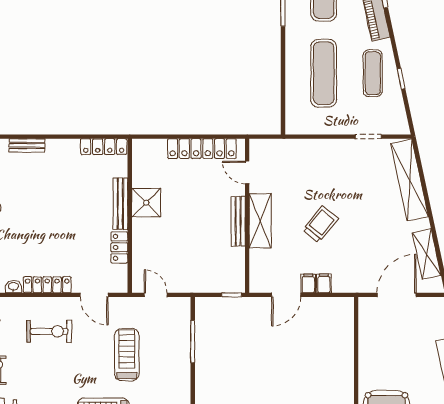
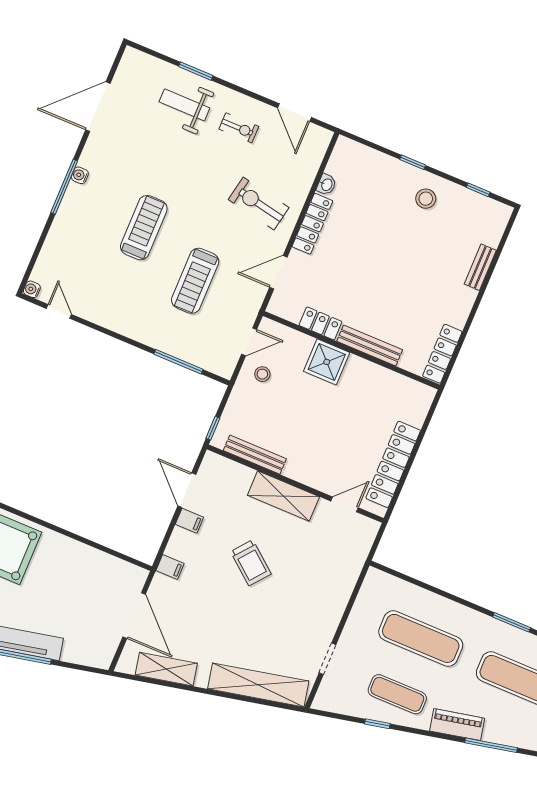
shower: (146, 203) -> (327, 362), moved
bench: (238, 221) -> (255, 455), moved
stool: (176, 275) -> (262, 374), added
filing cabinet: (324, 283) -> (170, 567), moved
exercise bike: (49, 331) -> (259, 204), turned 101
treadmill: (127, 355) -> (195, 281), turned 90

